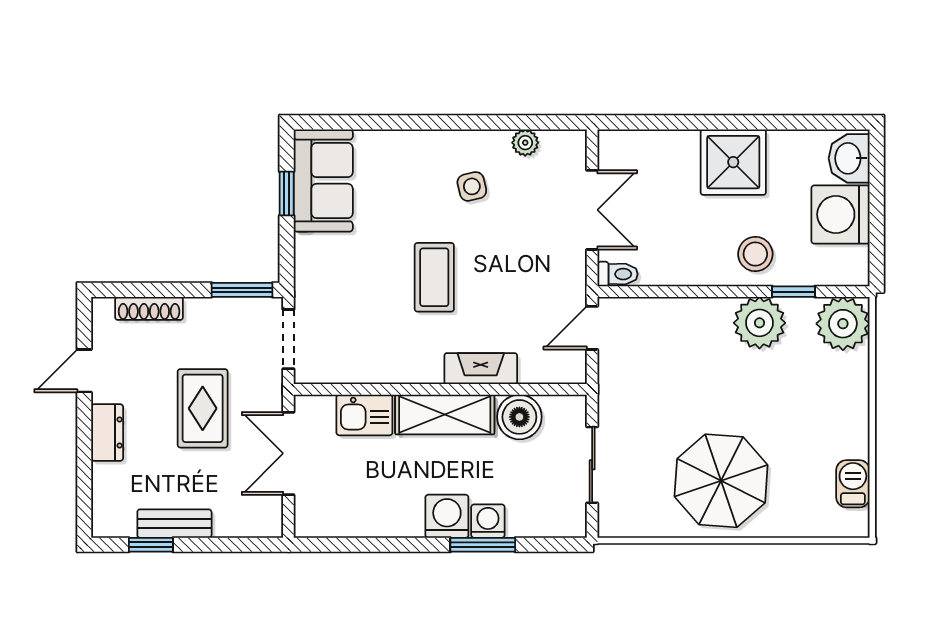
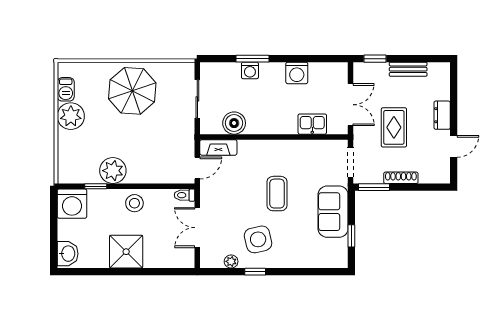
window: (477, 122) -> (255, 272), added
sofa: (323, 180) -> (333, 212), moved
side table: (472, 186) -> (258, 239), width x1.87, depth x1.87
washing machine: (841, 214) -> (72, 204), moved, turned 90
stool: (755, 254) -> (134, 203), moved
shoe rack: (149, 308) -> (401, 178), moved
plant: (843, 324) -> (71, 116), moved
fireplace: (481, 369) -> (218, 147), moved
shelving: (445, 414) -> (272, 124), removed
washing machine: (447, 516) -> (297, 73), moved
window: (151, 545) -> (375, 59), moved

